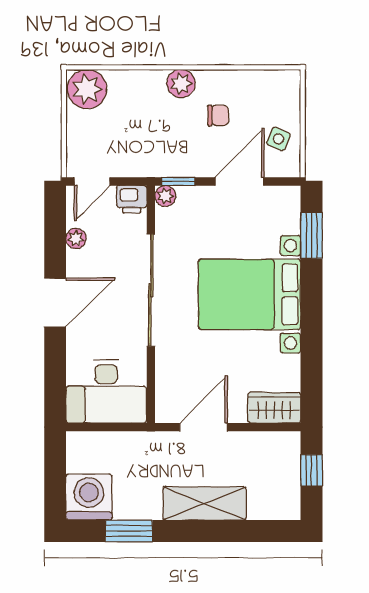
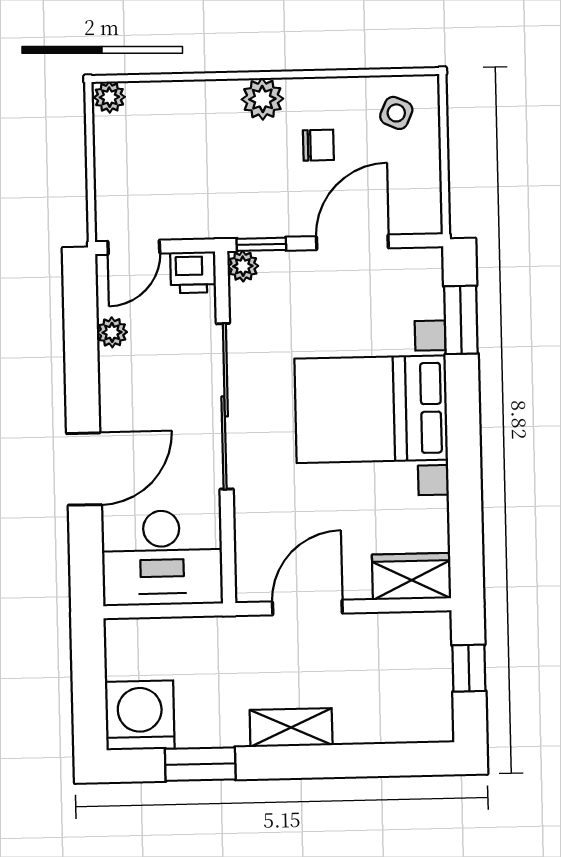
plant: (87, 89) -> (109, 97), width x0.53, depth x0.53
side table: (278, 139) -> (396, 113), moved
door: (55, 303) -> (84, 469), moved
shelving: (205, 504) -> (291, 728), width x0.67, depth x0.75

